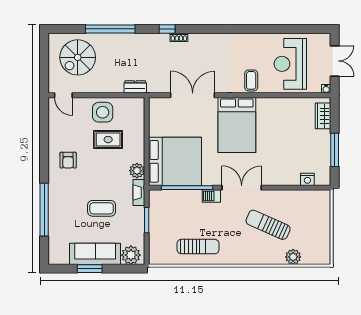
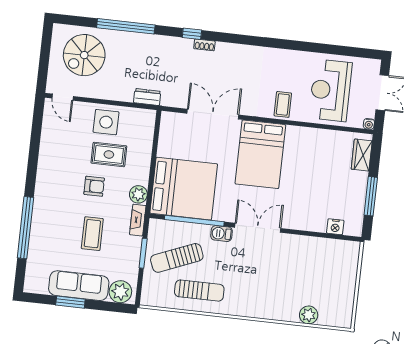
armchair: (68, 160) -> (94, 186), moved, turned -90
coffee table: (102, 208) -> (92, 234), turned 90
sun lounger: (268, 225) -> (177, 258), moved, turned -46

